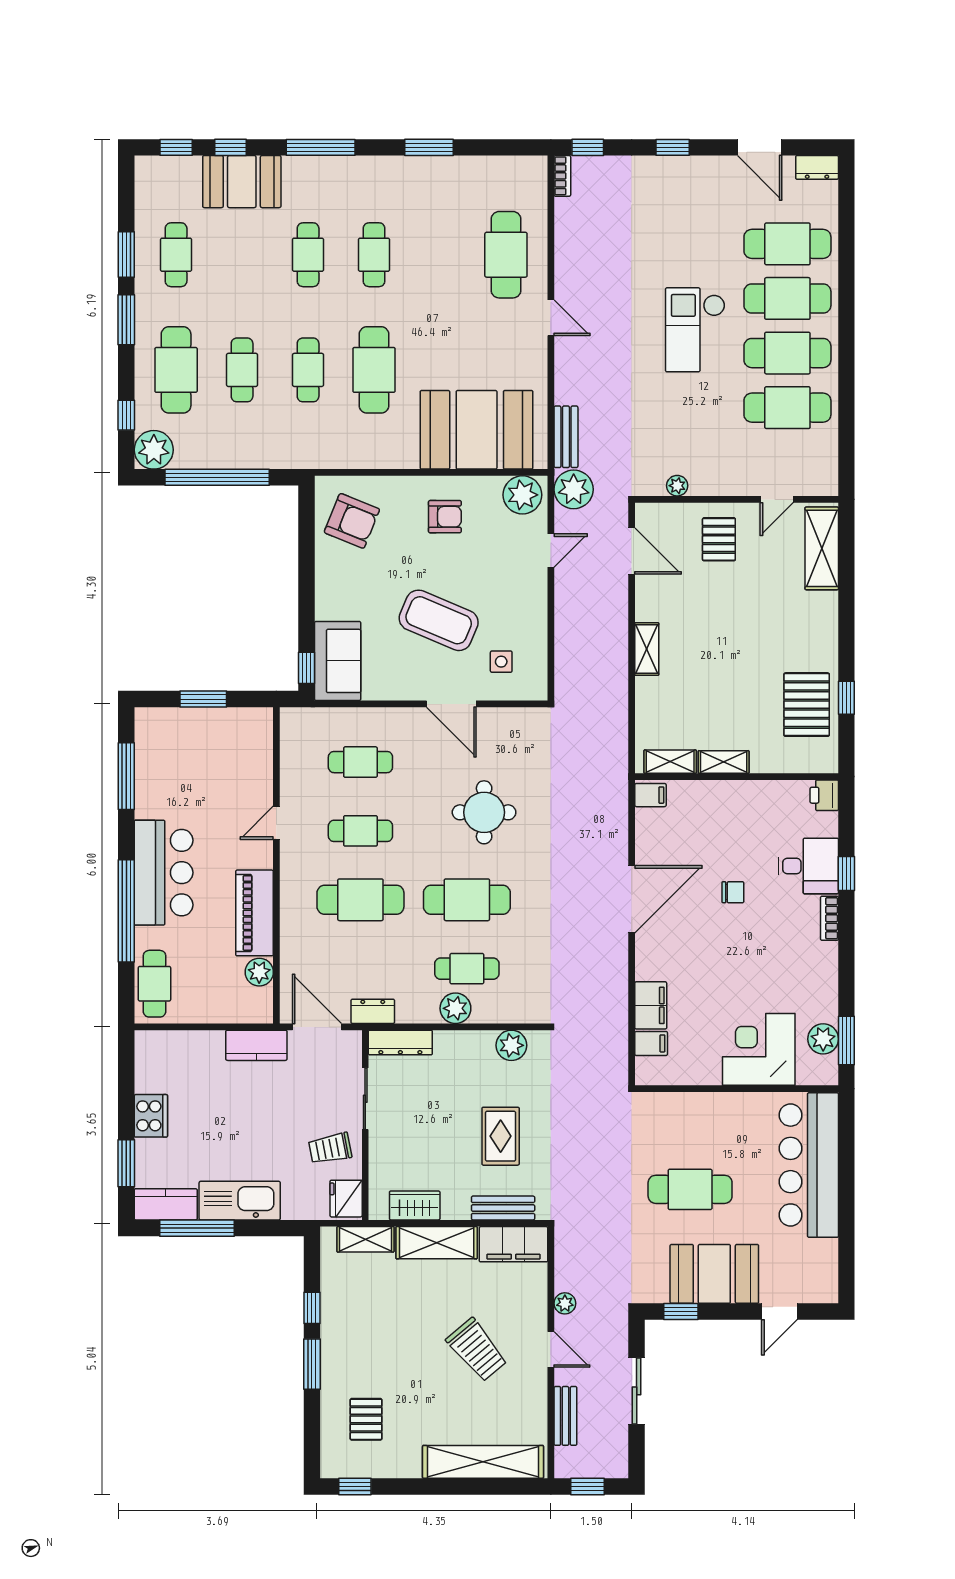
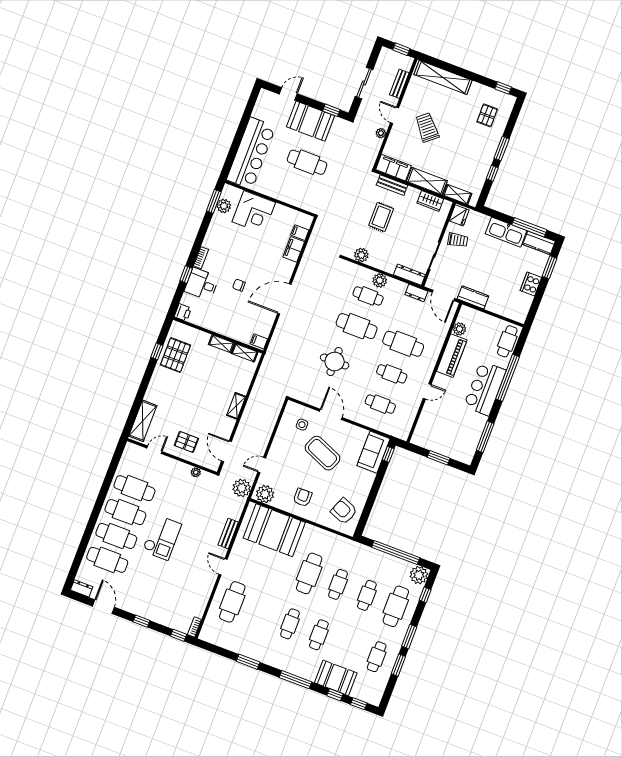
bench: (566, 437) -> (228, 534), moved
armchair: (445, 517) -> (303, 497), turned 90
pallet: (719, 539) -> (186, 442), turned 90

